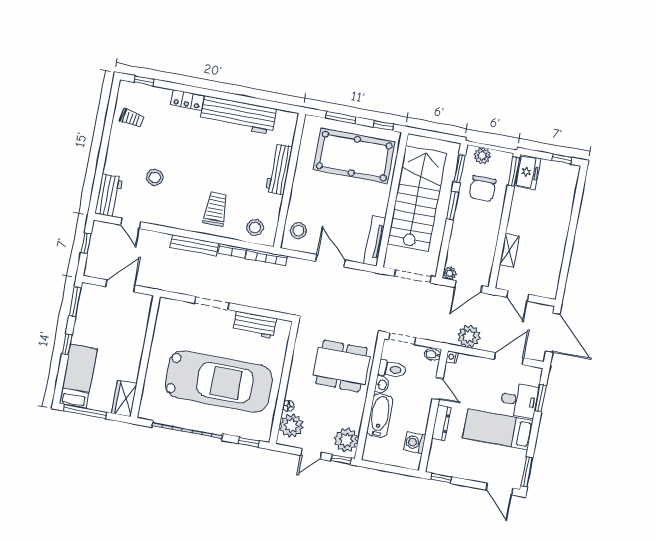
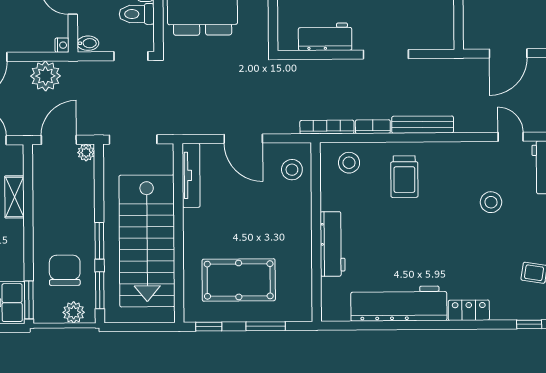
pool table: (354, 156) -> (239, 280), width x0.73, depth x0.76

